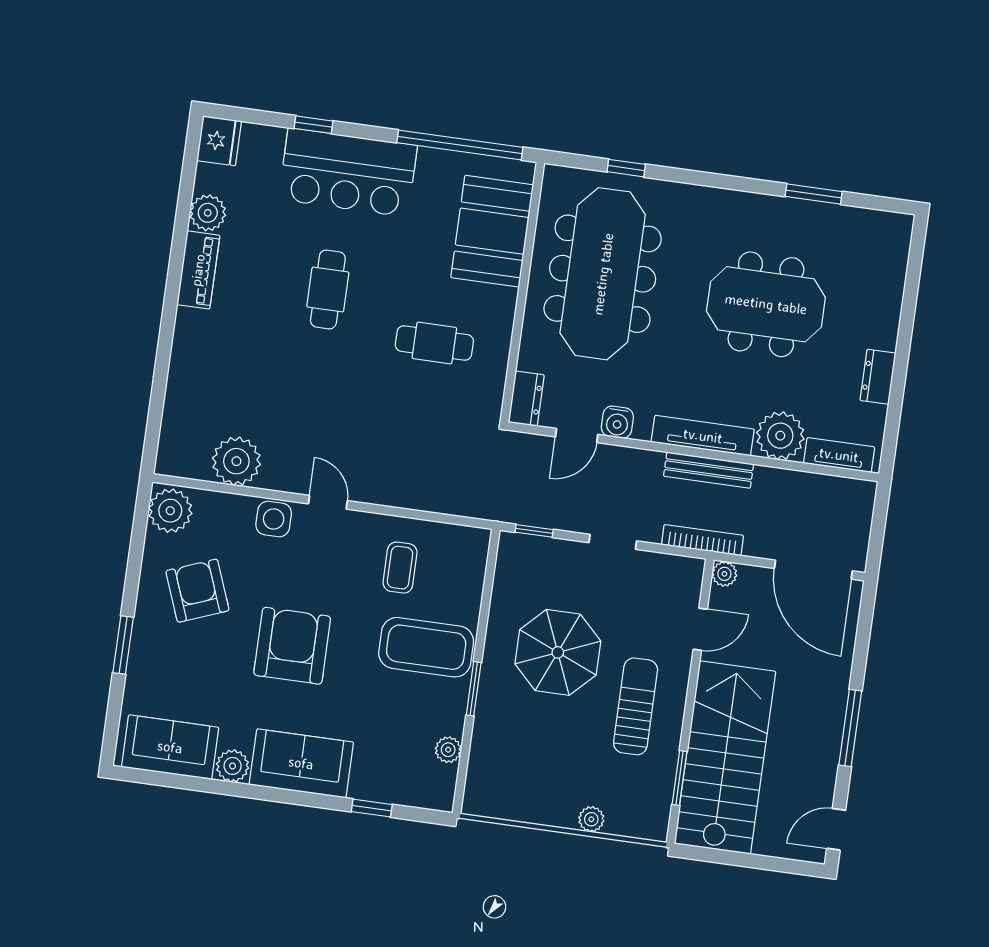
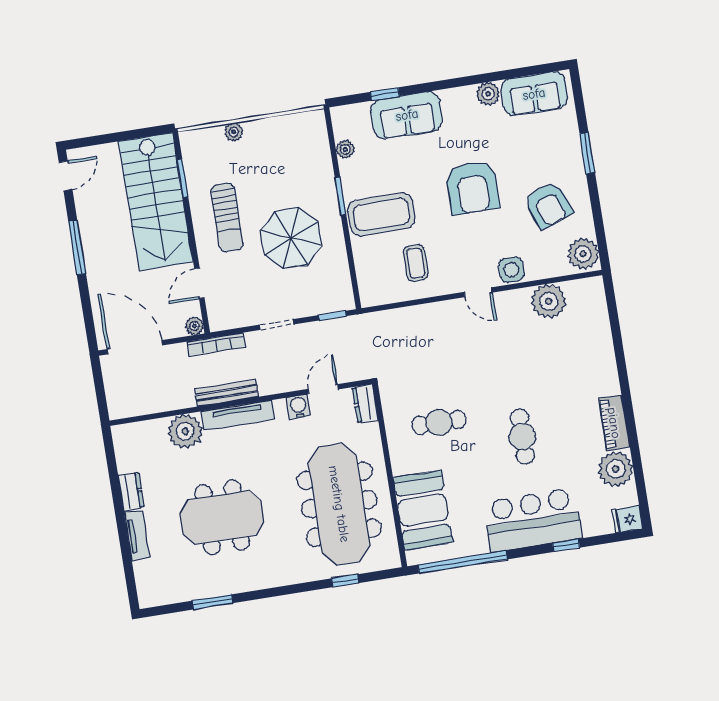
fridge: (219, 141) -> (627, 519), width x0.72
plant: (208, 213) -> (616, 469), width x1.36, depth x1.36
tv unit: (839, 455) -> (137, 535), moved, turned -90
sofa: (301, 763) -> (407, 115), moved

